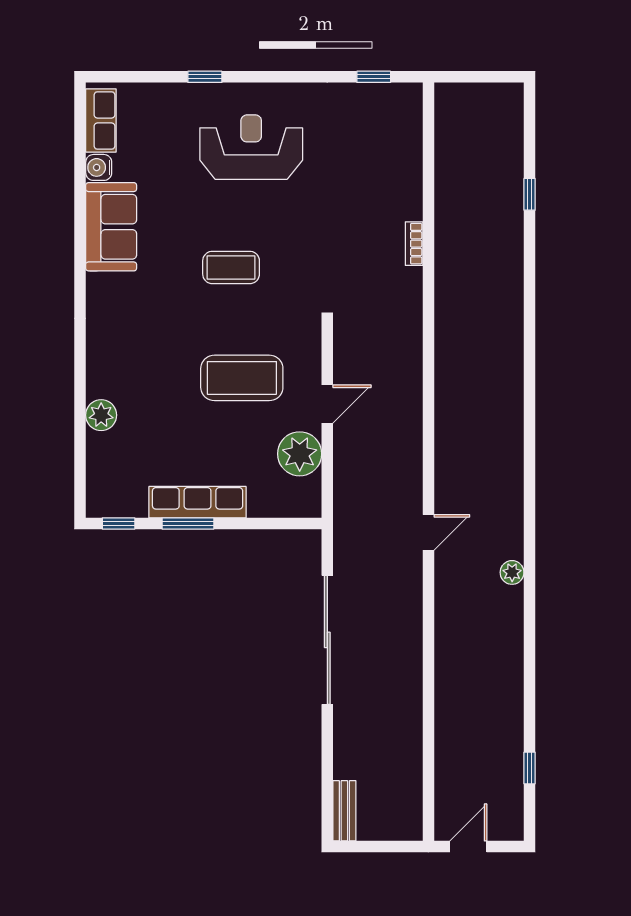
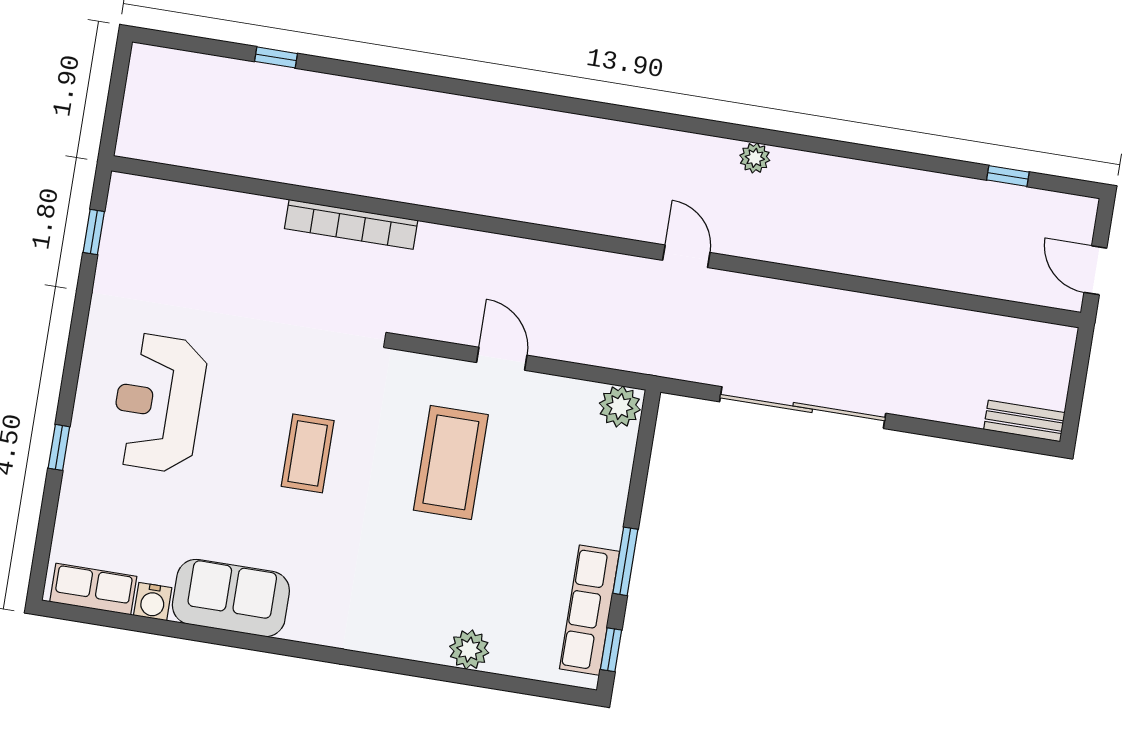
bookcase: (414, 244) -> (351, 224), width x2.31, depth x1.31
plant: (300, 454) -> (620, 406), moved, width x0.73, depth x0.73
row of seats: (198, 502) -> (589, 610), moved

